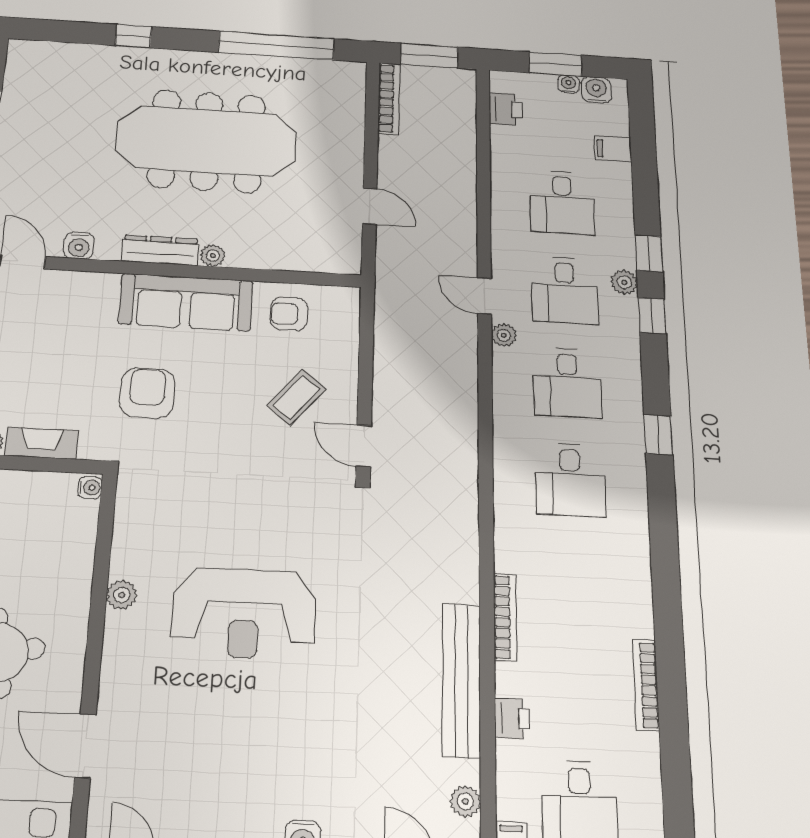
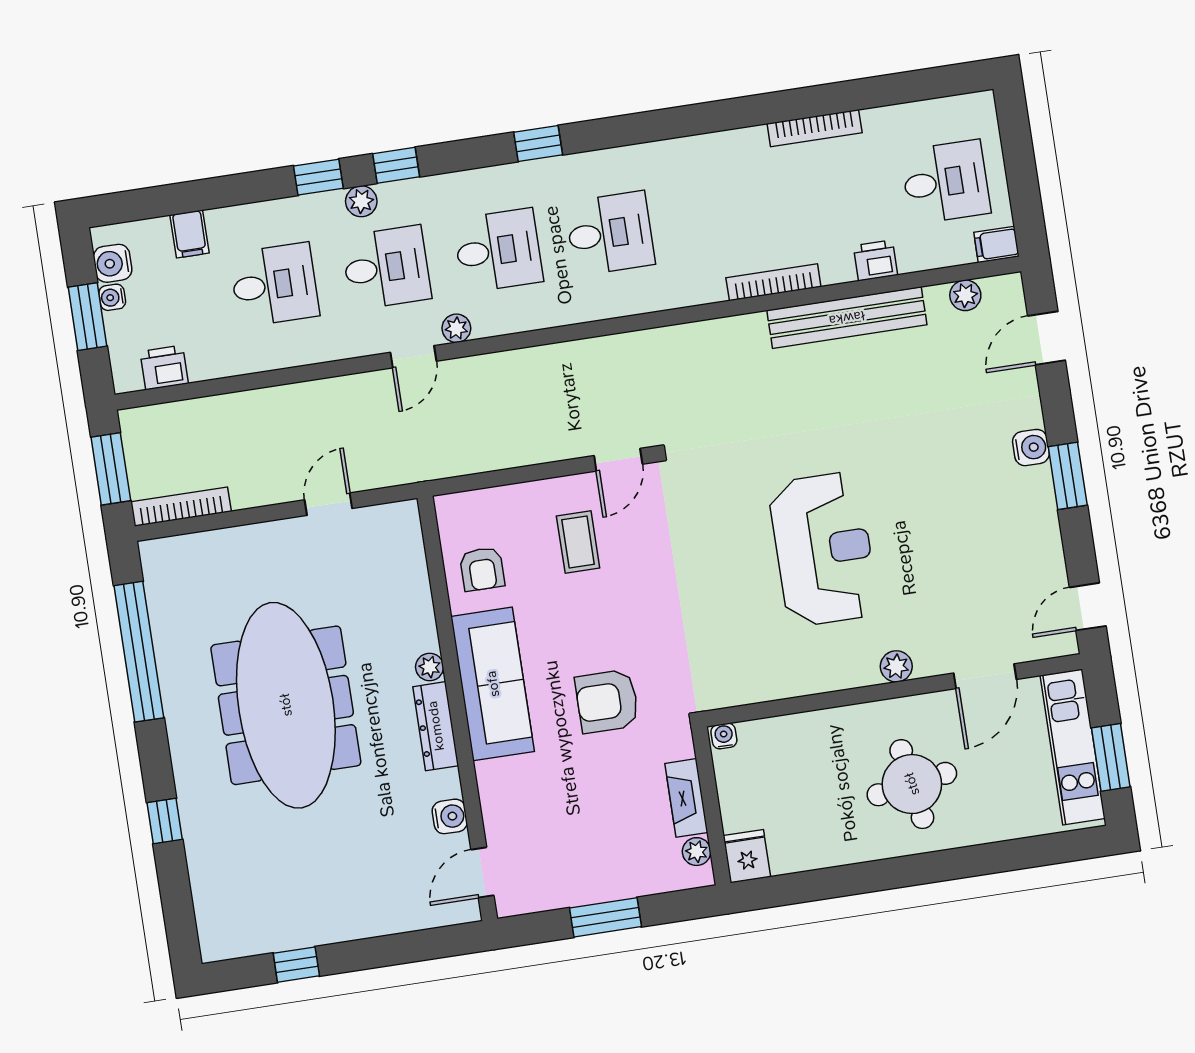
coffee table: (296, 397) -> (578, 542), turned 50
plant: (122, 595) -> (896, 666), moved

